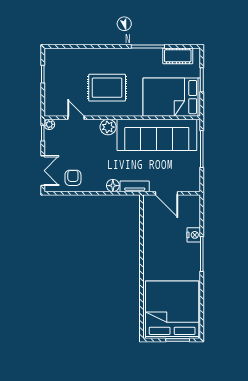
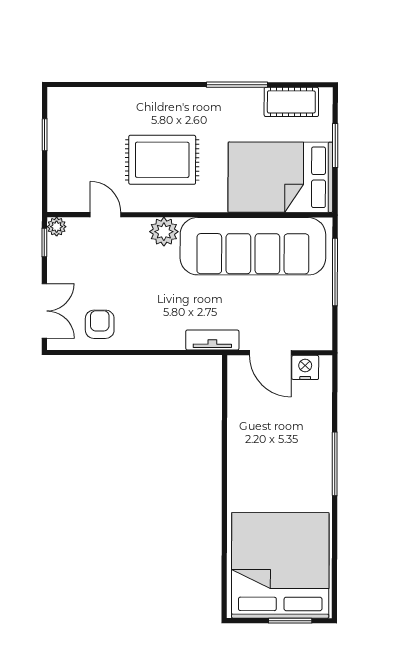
floor lamp: (113, 186) -> (172, 339), removed
nightstand: (194, 235) -> (305, 367), moved, turned -90

